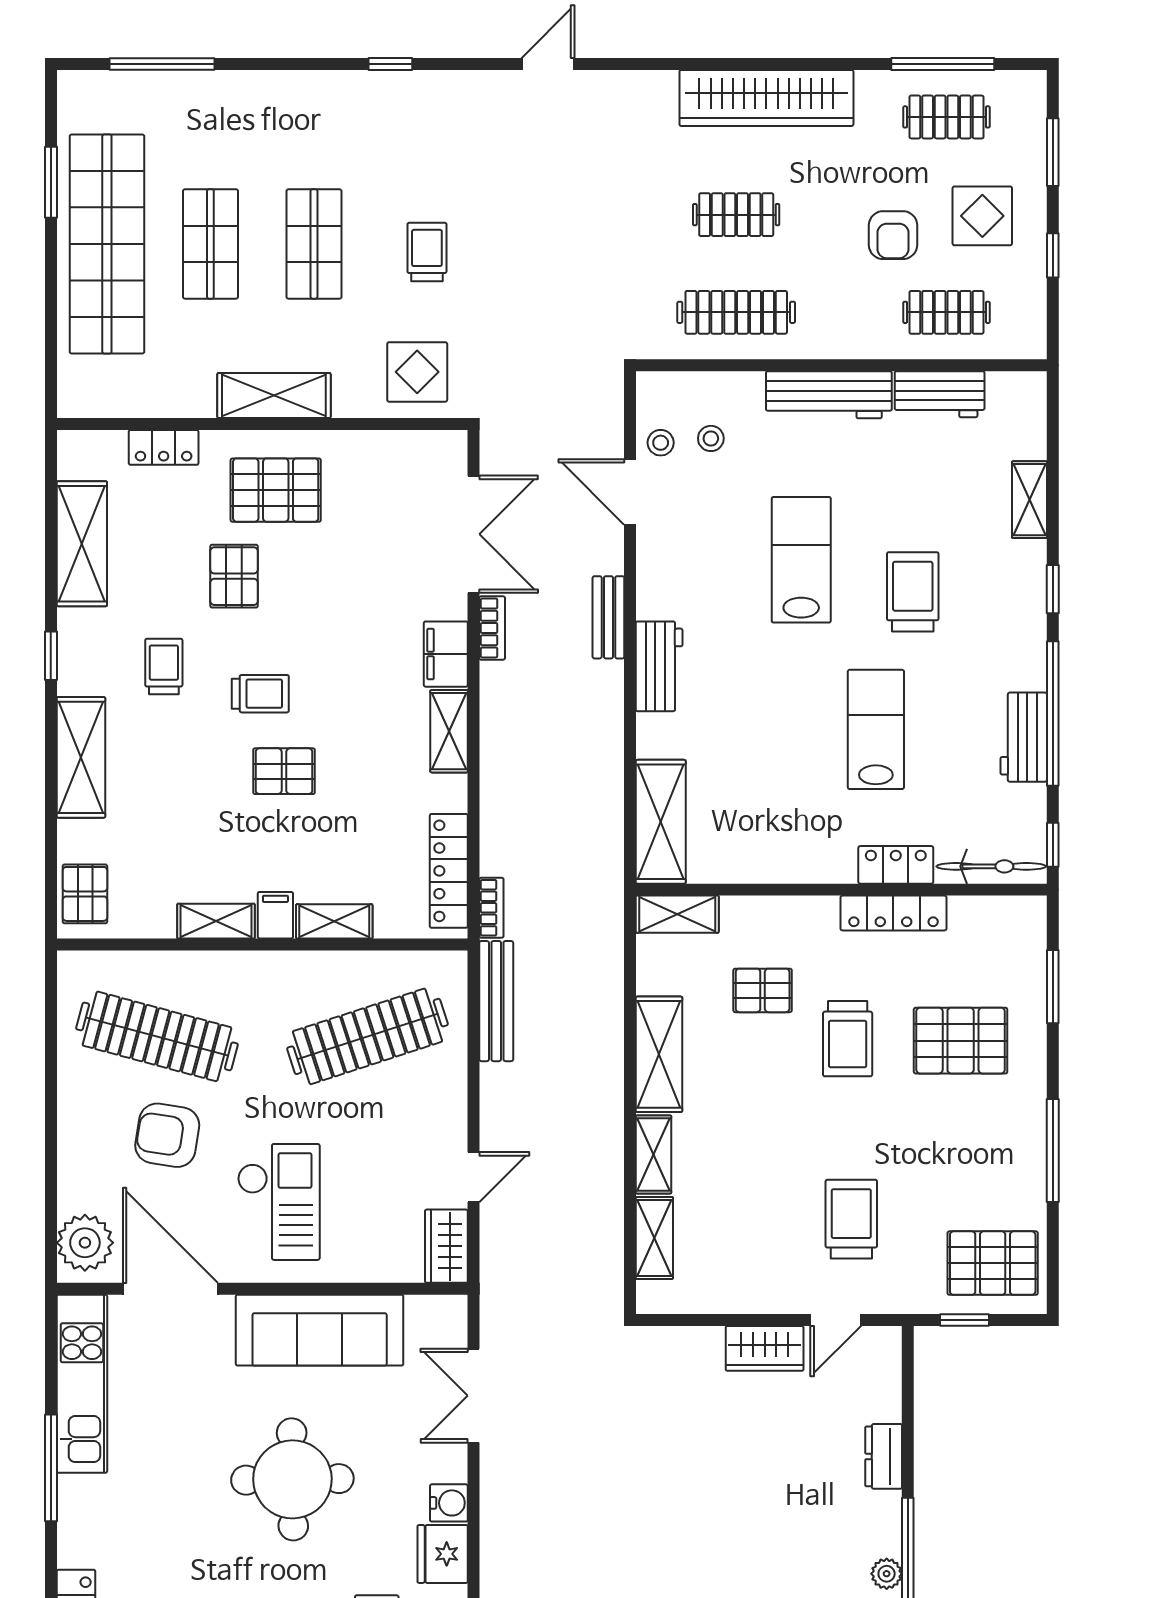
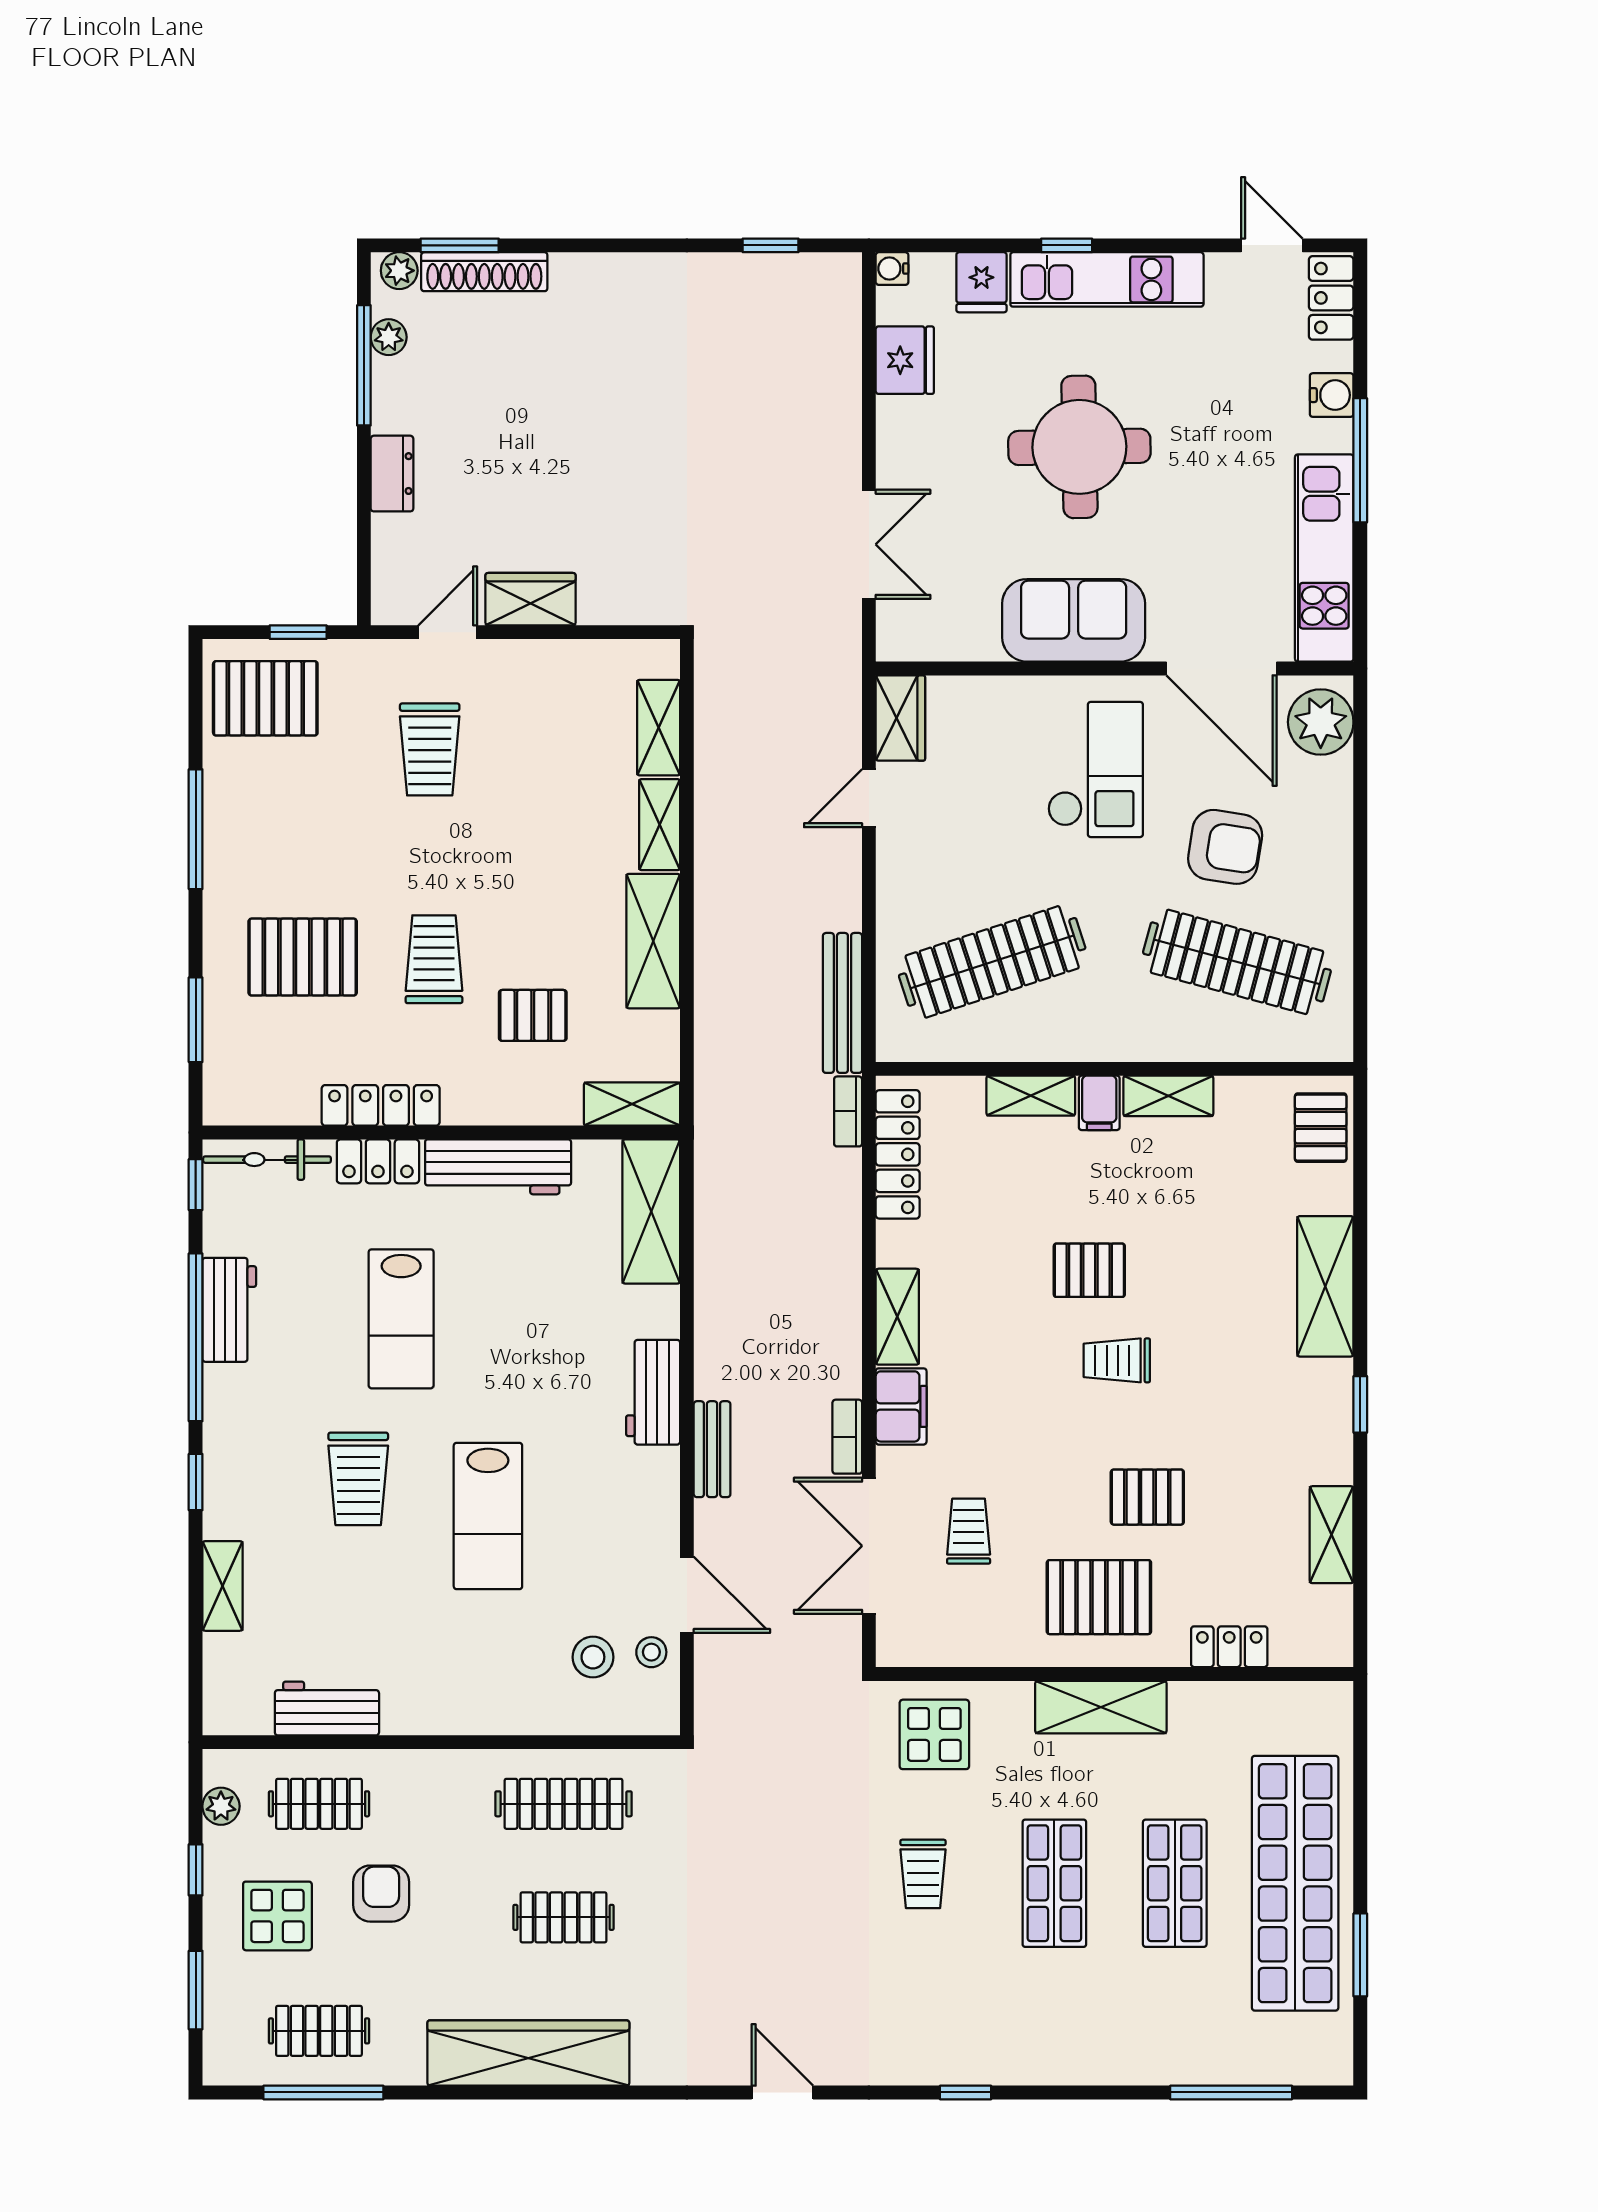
door: (548, 64) -> (782, 2092), swing flipped
plant: (1031, 310) -> (221, 1806), added
workbench: (829, 395) -> (498, 1167), moved, turned 180
stool: (711, 438) -> (593, 1657), width x1.37, depth x1.37
shelving: (82, 544) -> (1332, 1535), width x0.67, depth x0.75
pallet: (234, 576) -> (1147, 1497), turned 90
trolley: (164, 667) -> (969, 1531), moved, turned 180
checkout: (279, 1202) -> (1095, 769), turned 180
sofa: (320, 1330) -> (1074, 620), width x0.73
water cooler: (449, 1503) -> (1332, 395), moved, turned 180

